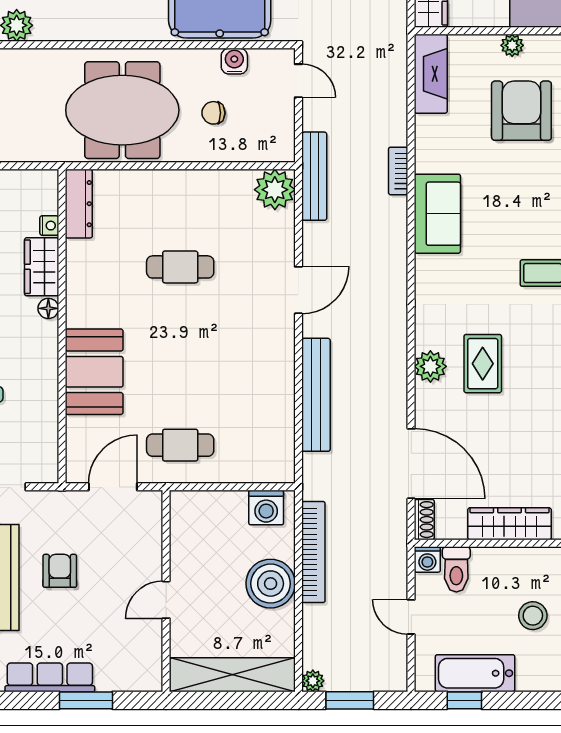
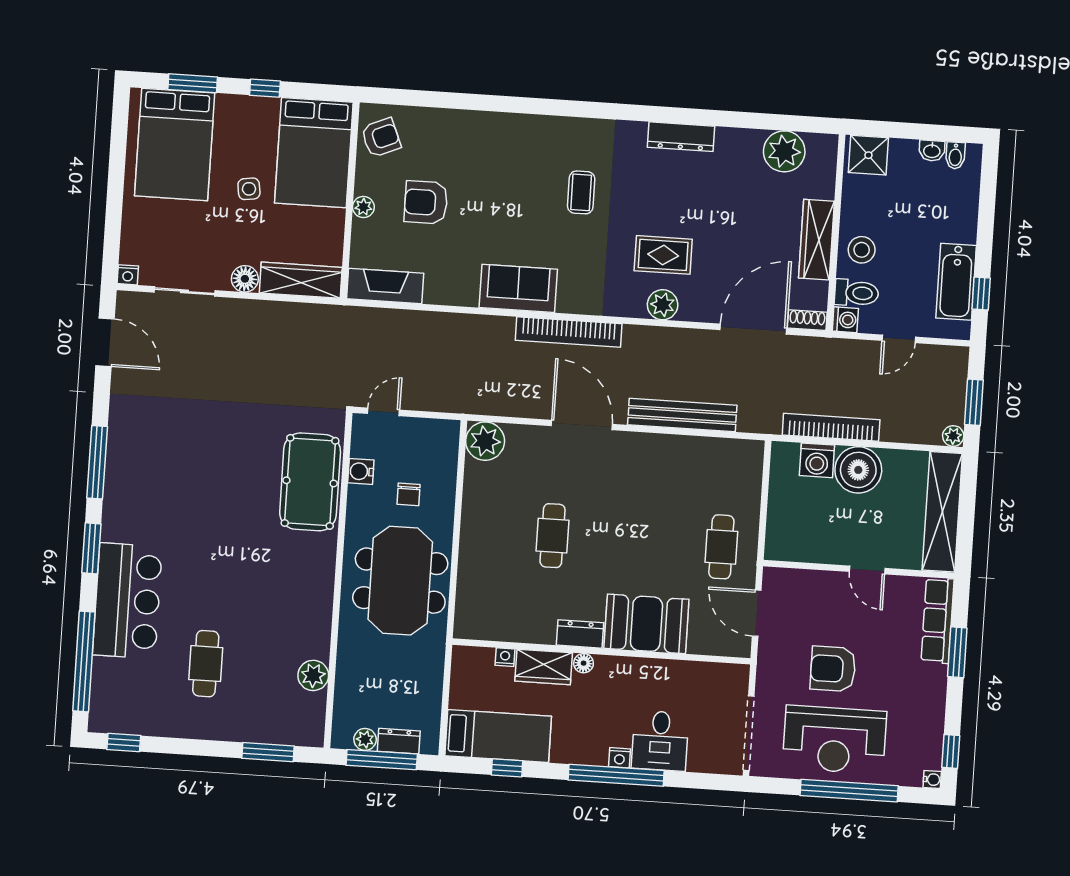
armchair: (521, 111) -> (426, 202), width x0.73, depth x0.73
bookcase: (398, 171) -> (569, 332), moved, width x2.31, depth x1.31
bench: (314, 176) -> (475, 403), removed
dresser: (79, 204) -> (580, 634), moved, width x0.70
door: (298, 290) -> (582, 425), width x1.36
washing machine: (266, 508) -> (817, 460), moved, turned 90
armchair: (60, 571) -> (833, 669), width x1.38, depth x1.38
stool: (533, 616) -> (862, 250), moved
row of seats: (50, 677) -> (938, 620), moved

